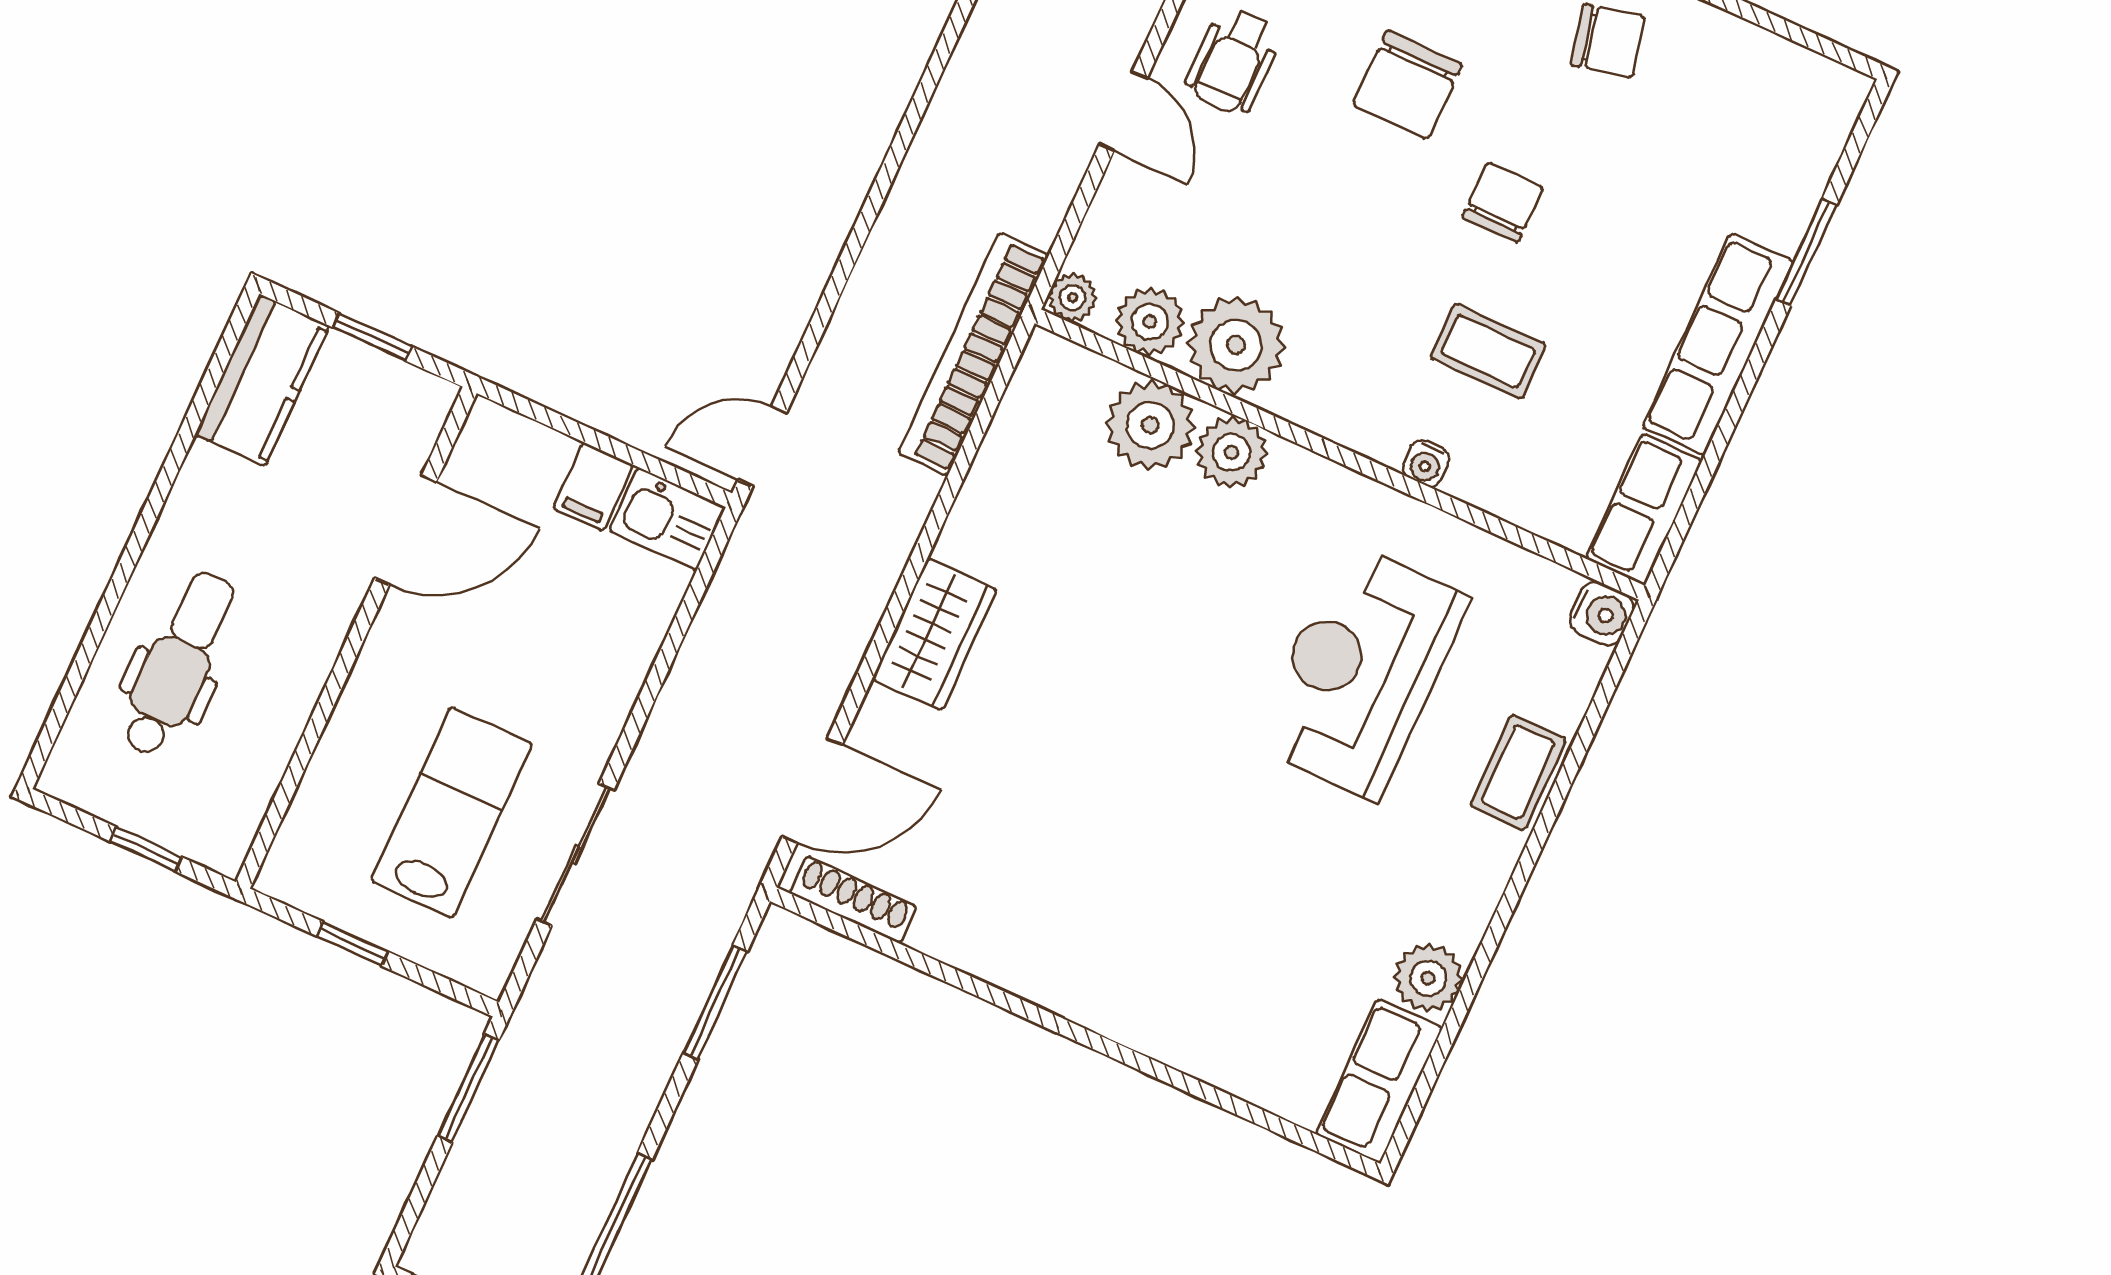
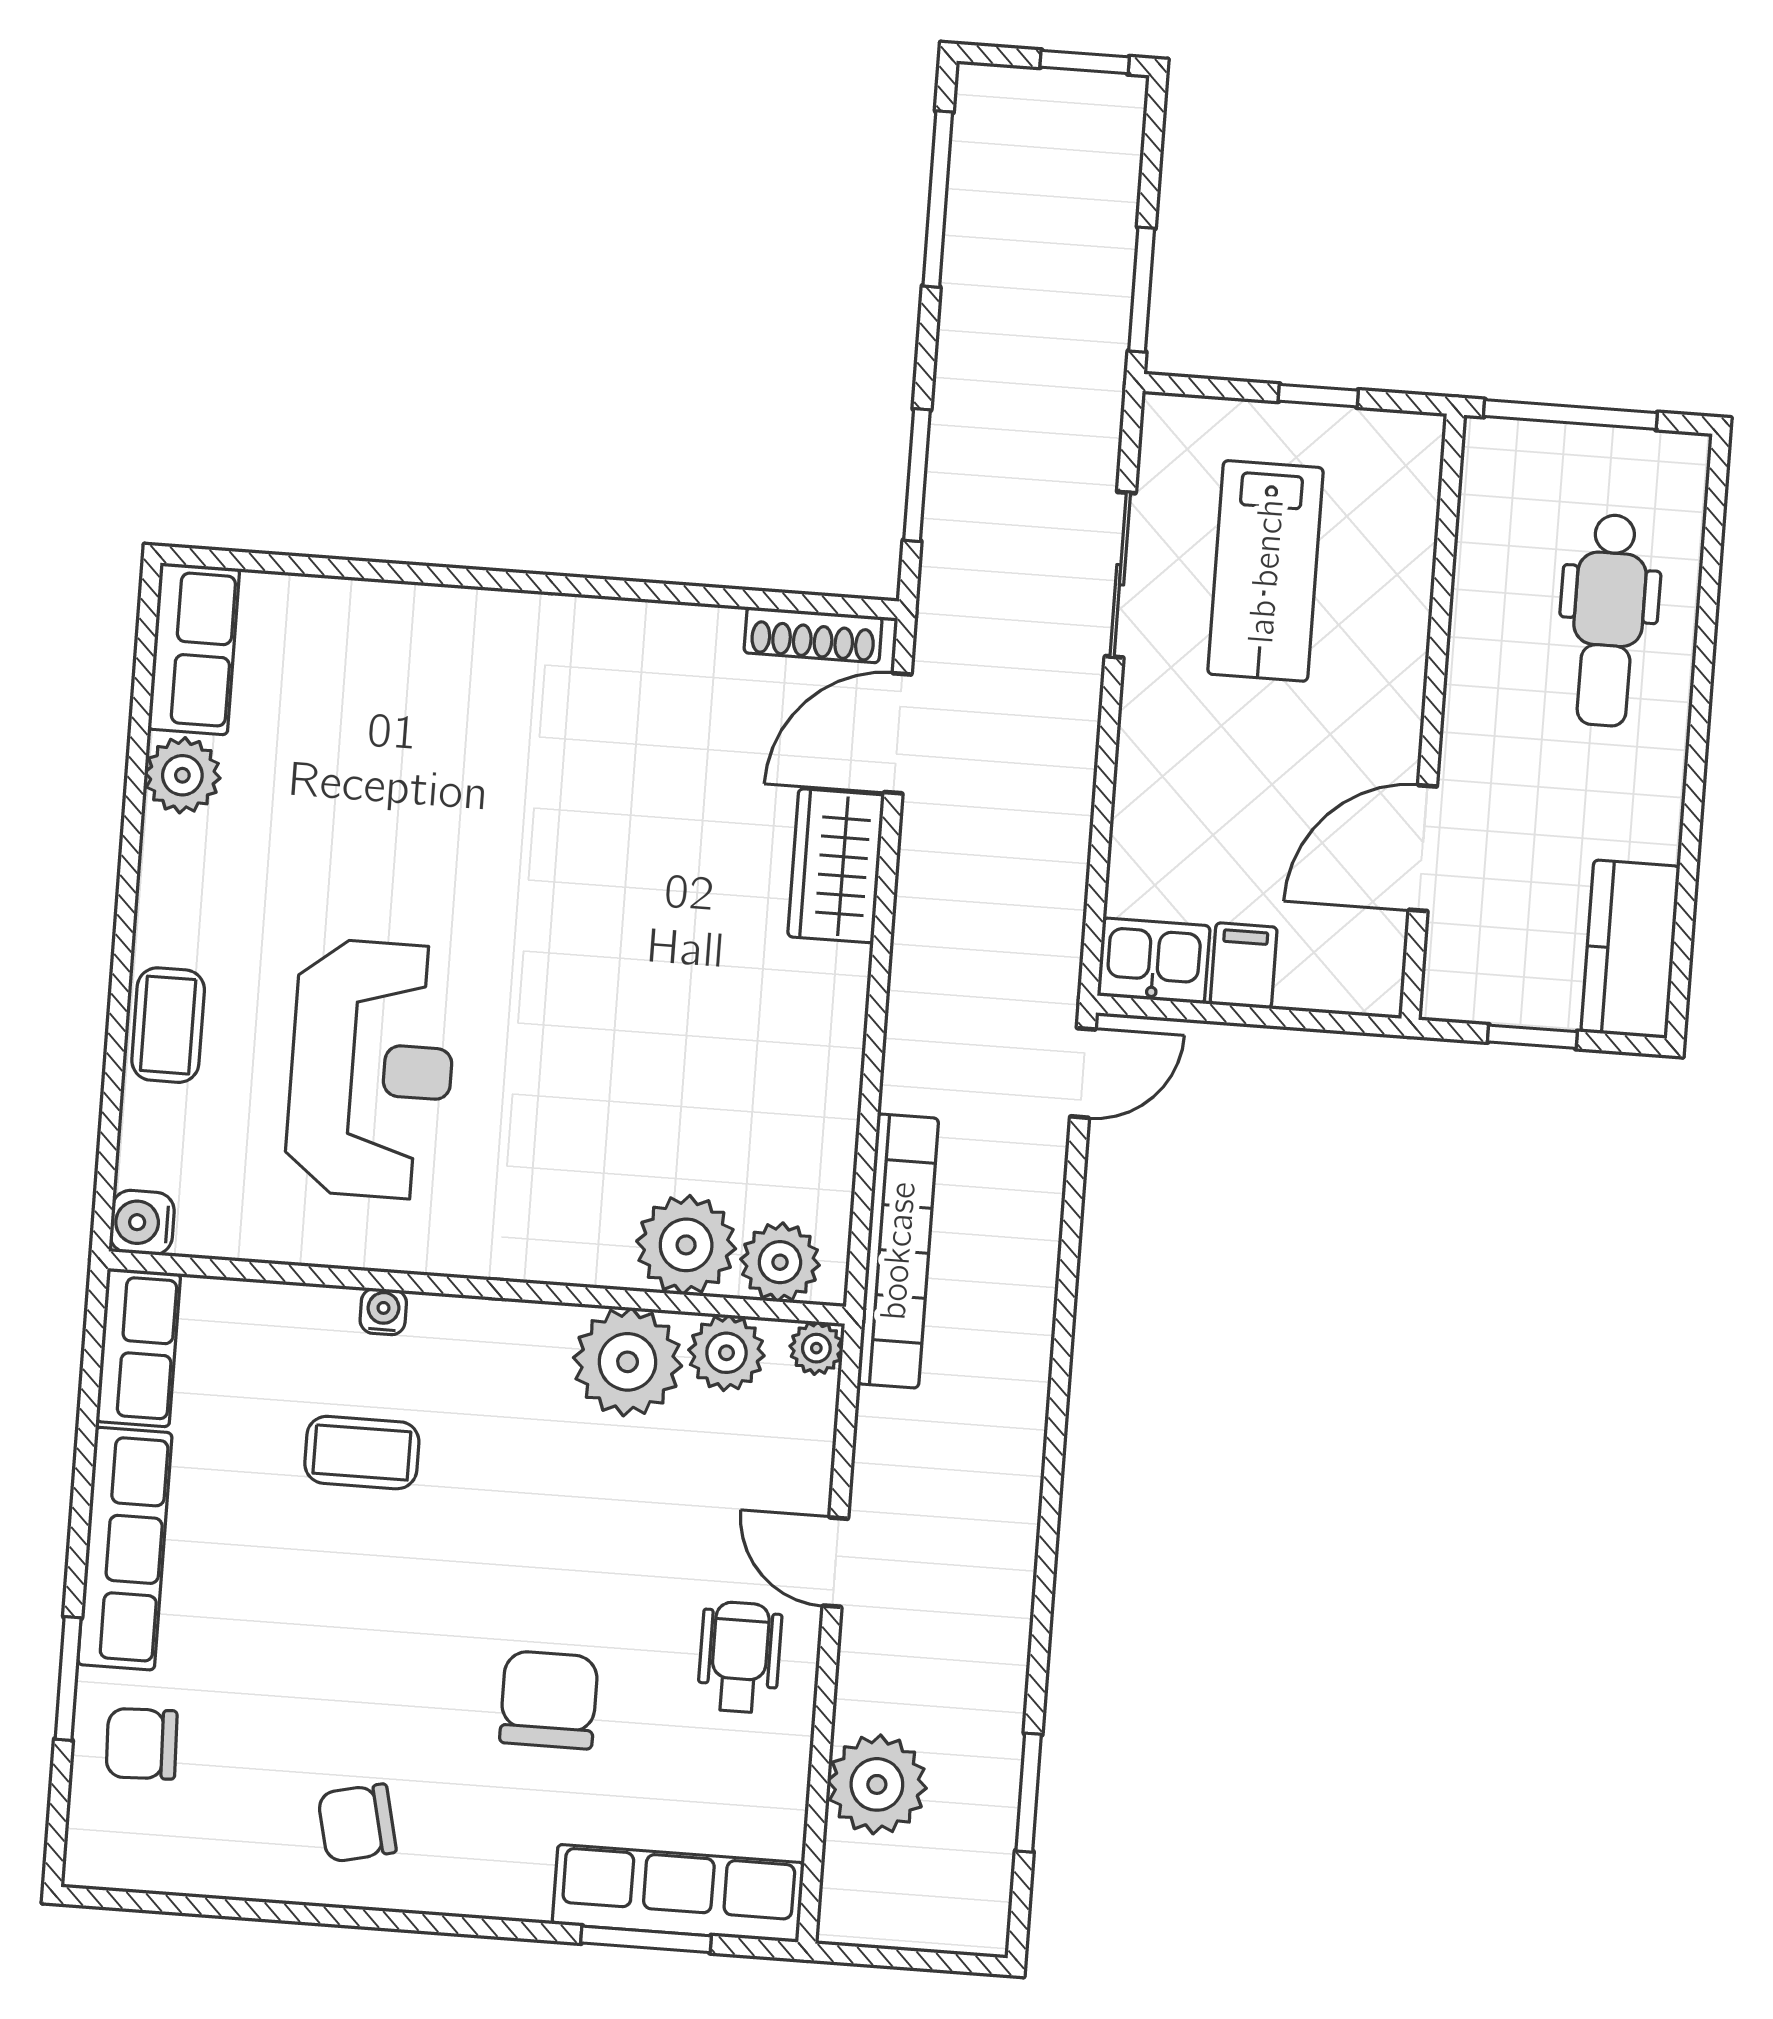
chair: (1503, 202) -> (142, 1744), moved, turned 88
plant: (1232, 452) -> (780, 1262), moved
wardrobe: (935, 634) -> (836, 866), moved
window: (146, 849) -> (1570, 415), width x2.17

